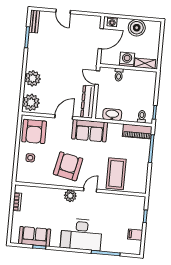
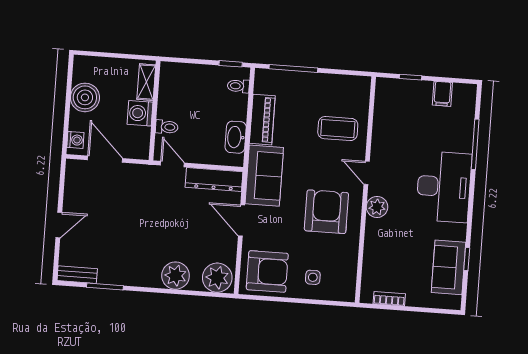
door: (97, 78) -> (172, 164), swing flipped
piano: (137, 132) -> (262, 120), moved
armchair: (68, 166) -> (326, 212), turned 78
coffee table: (116, 174) -> (338, 129), width x0.73, depth x0.76

